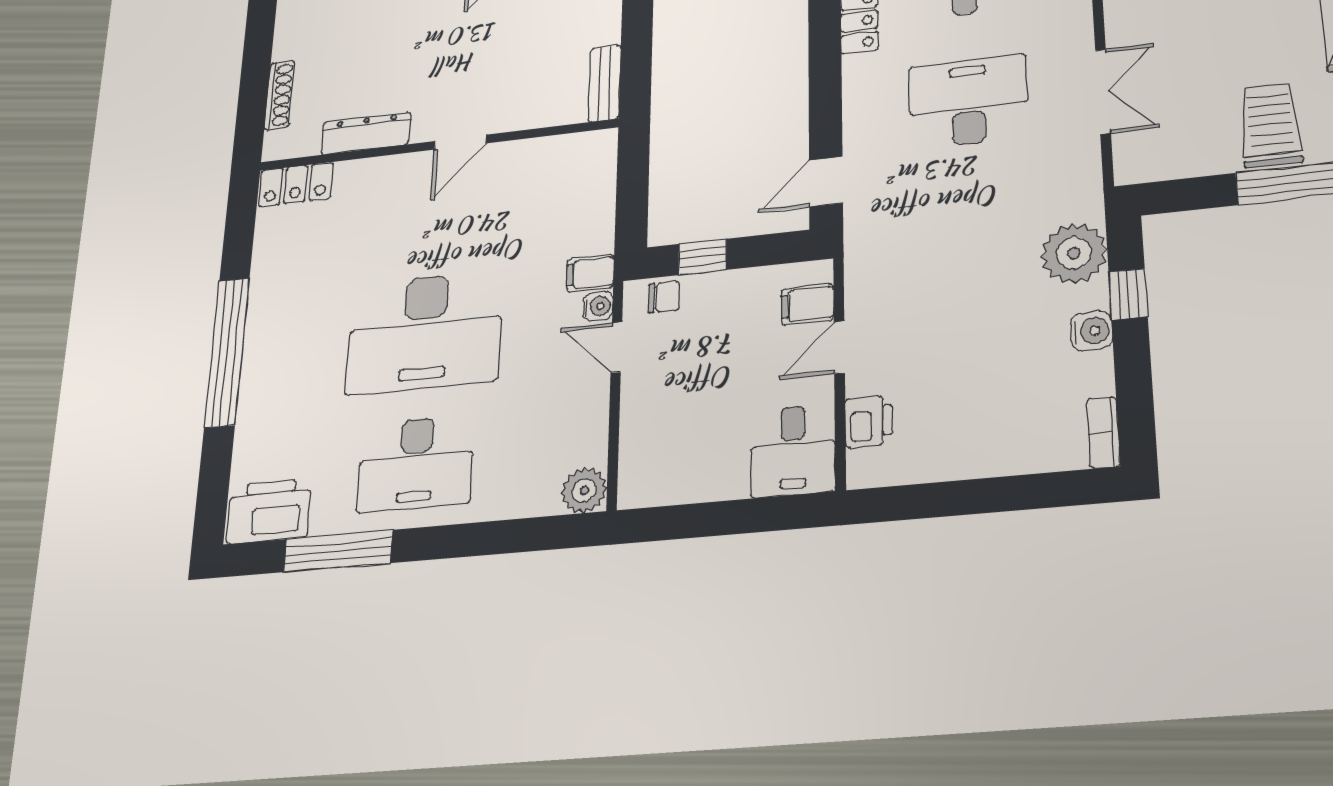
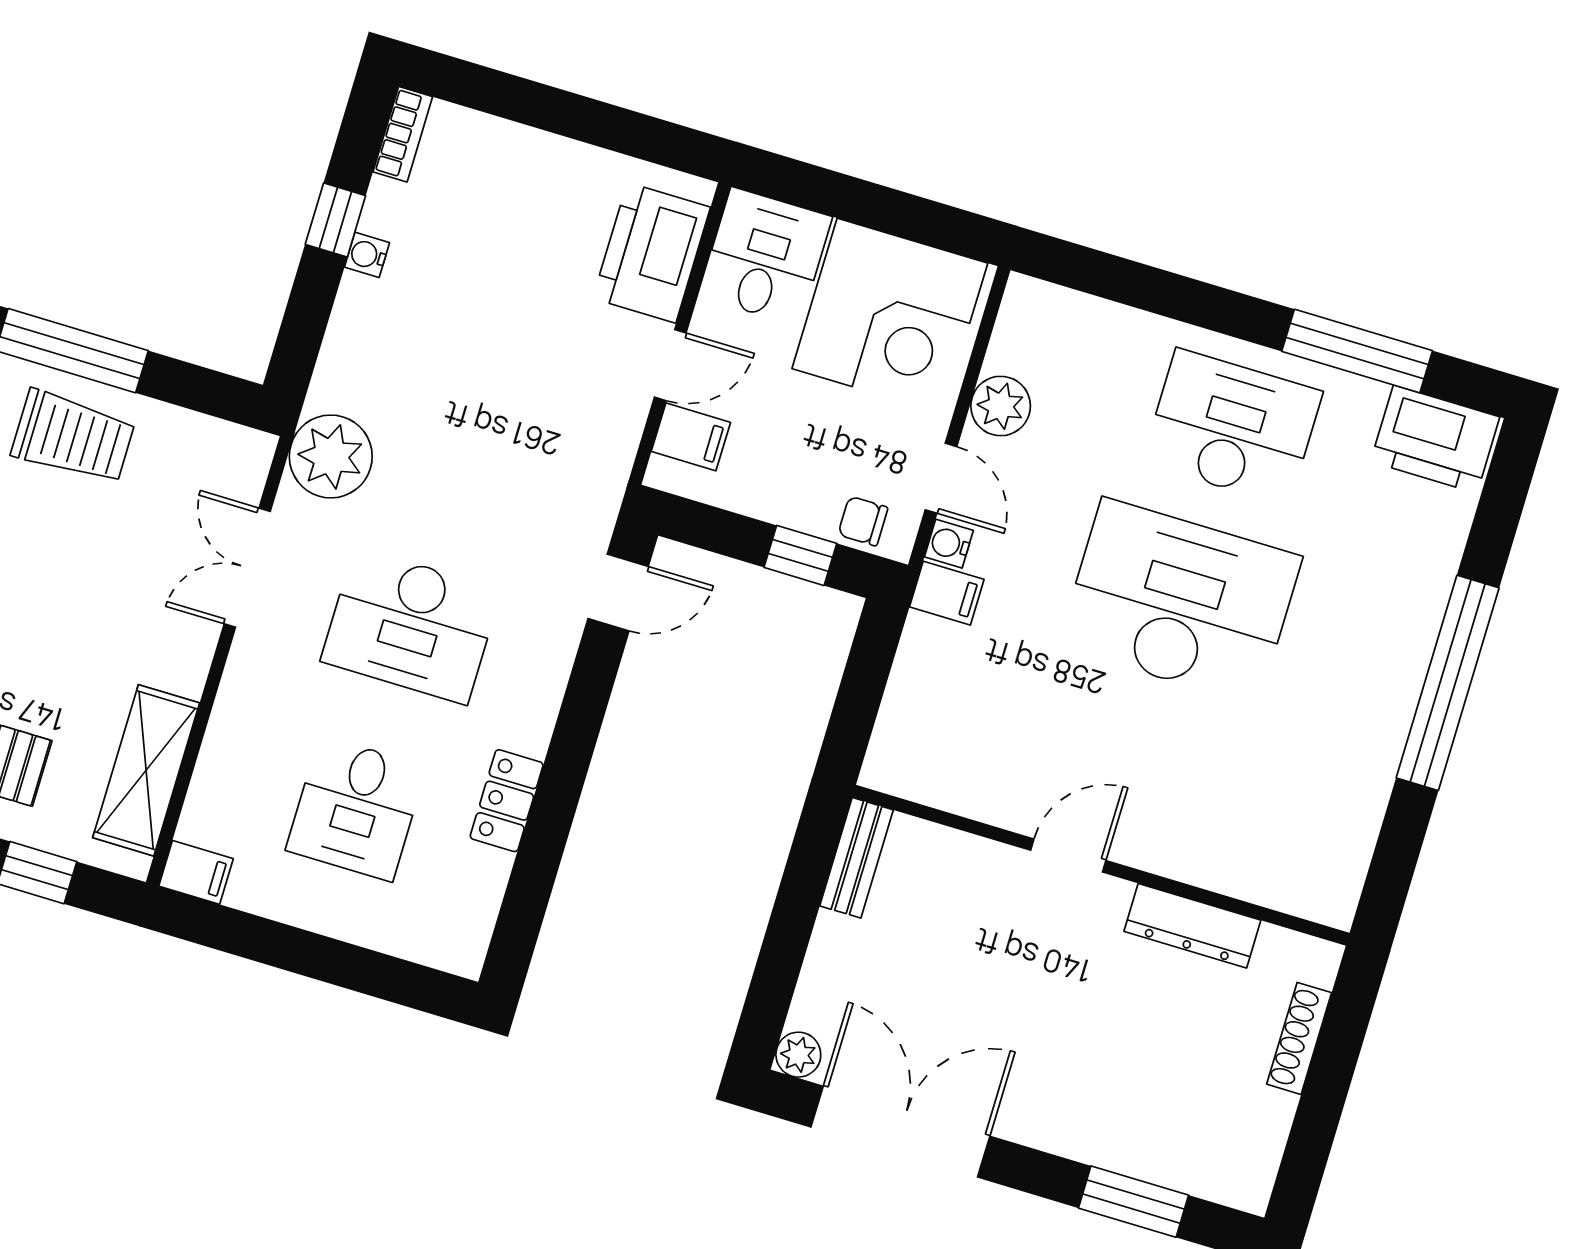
trolley: (1270, 125) -> (73, 437), turned -90
locker: (296, 184) -> (1305, 890), removed
plant: (1074, 253) -> (331, 456), moved
window: (1128, 294) -> (335, 220), moved
water cooler: (1091, 331) -> (367, 255), width x0.72, depth x0.72
printer: (869, 421) -> (652, 253), width x1.87, depth x1.48
corner desk: (687, 444) -> (890, 316), added
plant: (584, 491) -> (1001, 406), moved

